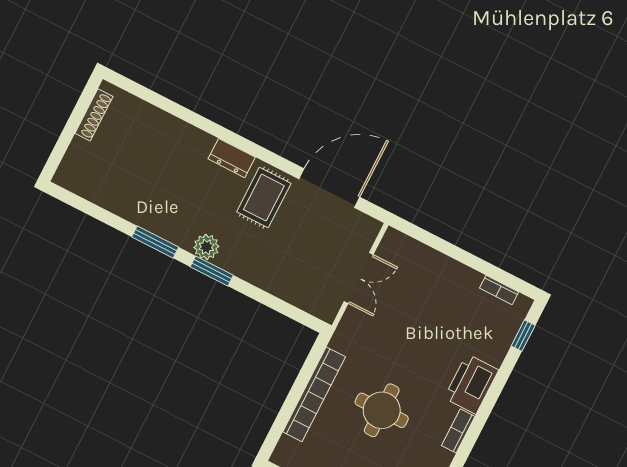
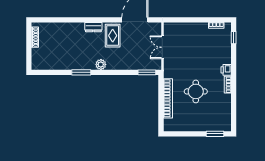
window: (212, 271) -> (147, 72), moved
double door: (359, 278) -> (162, 47), swing flipped
printer: (471, 384) -> (226, 70), width x0.53, depth x0.68

